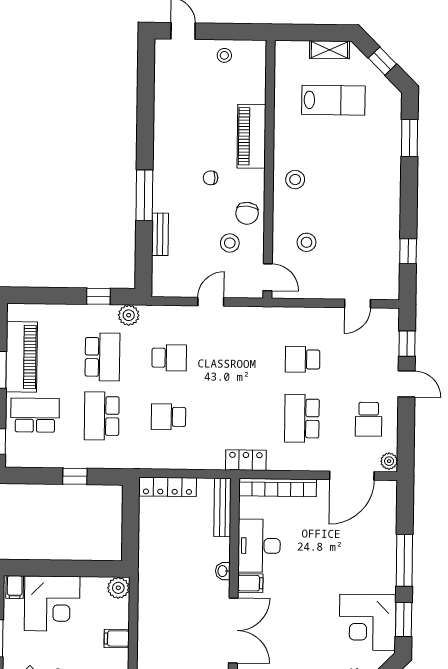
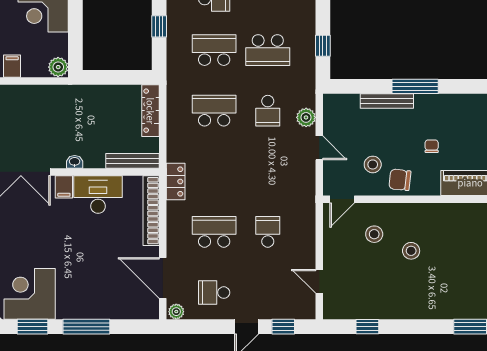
stool: (295, 180) -> (411, 251), moved
bench: (160, 234) -> (387, 101), width x1.36
plant: (129, 315) -> (306, 117), moved
school desk: (168, 417) -> (214, 111), width x1.85

